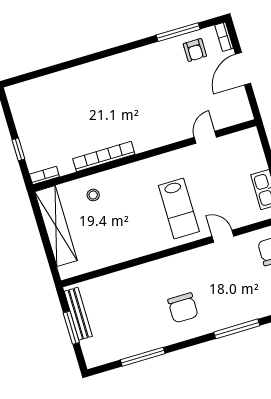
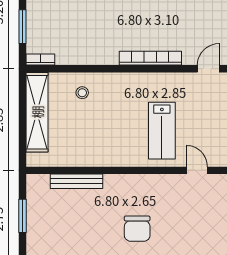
window: (18, 149) -> (22, 27), width x1.50
bookcase: (104, 156) -> (150, 58), moved
bench: (78, 314) -> (76, 181), moved, turned 90

